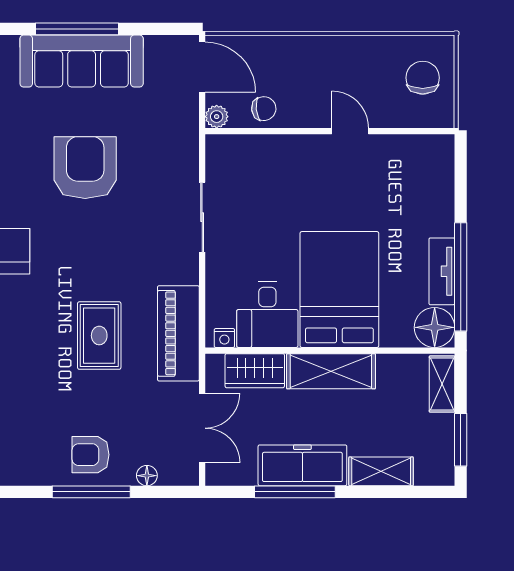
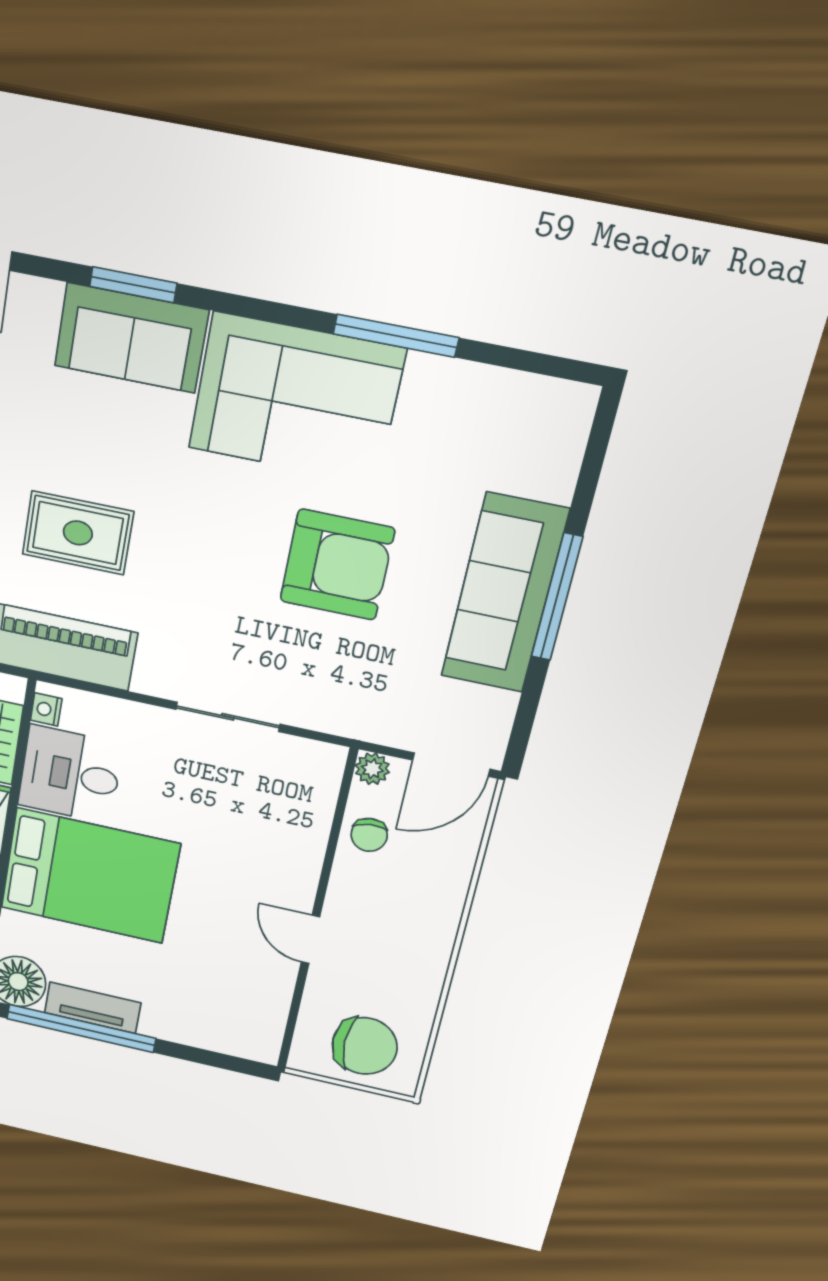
chair: (423, 78) -> (365, 1046), width x1.37, depth x1.37
door: (350, 131) -> (311, 939), swing flipped

